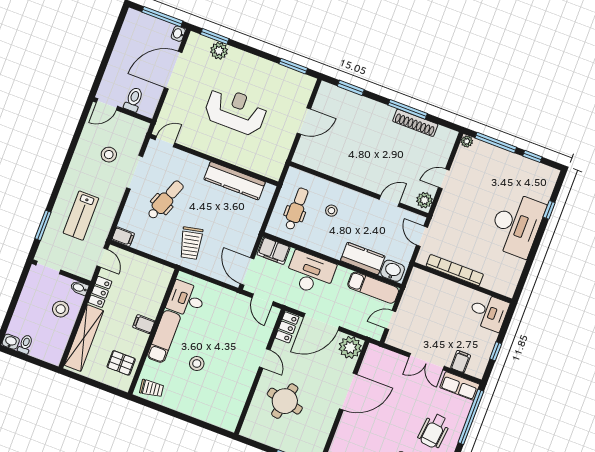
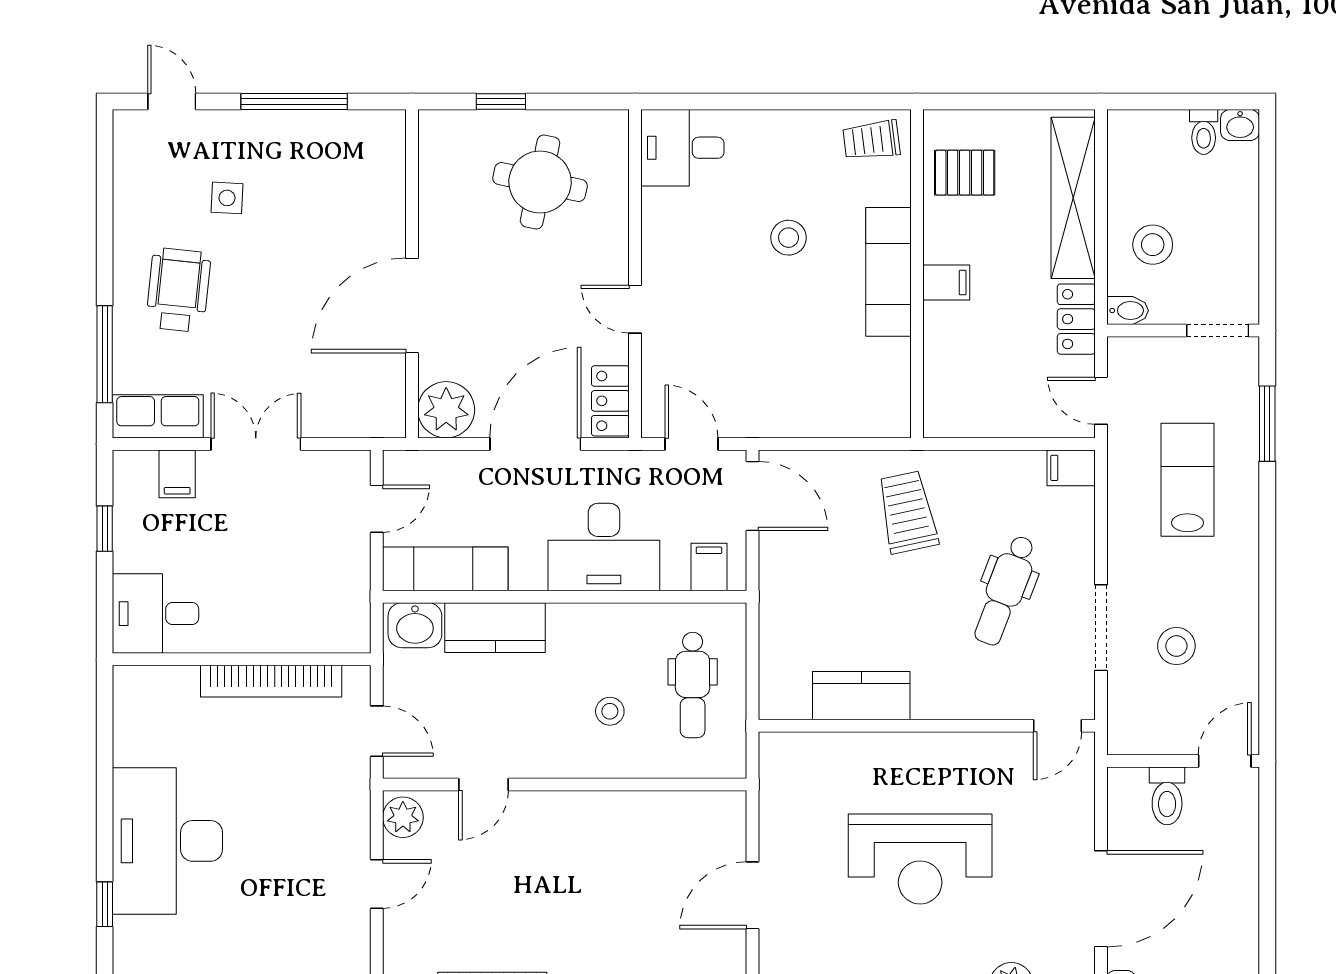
kitchen counter: (235, 181) -> (861, 696), width x0.67
filing cabinet: (274, 251) -> (709, 567), width x0.50
desk: (186, 299) -> (682, 148), moved, turned 180
round table: (285, 401) -> (540, 182), moved
window: (471, 417) -> (105, 354), width x0.68

